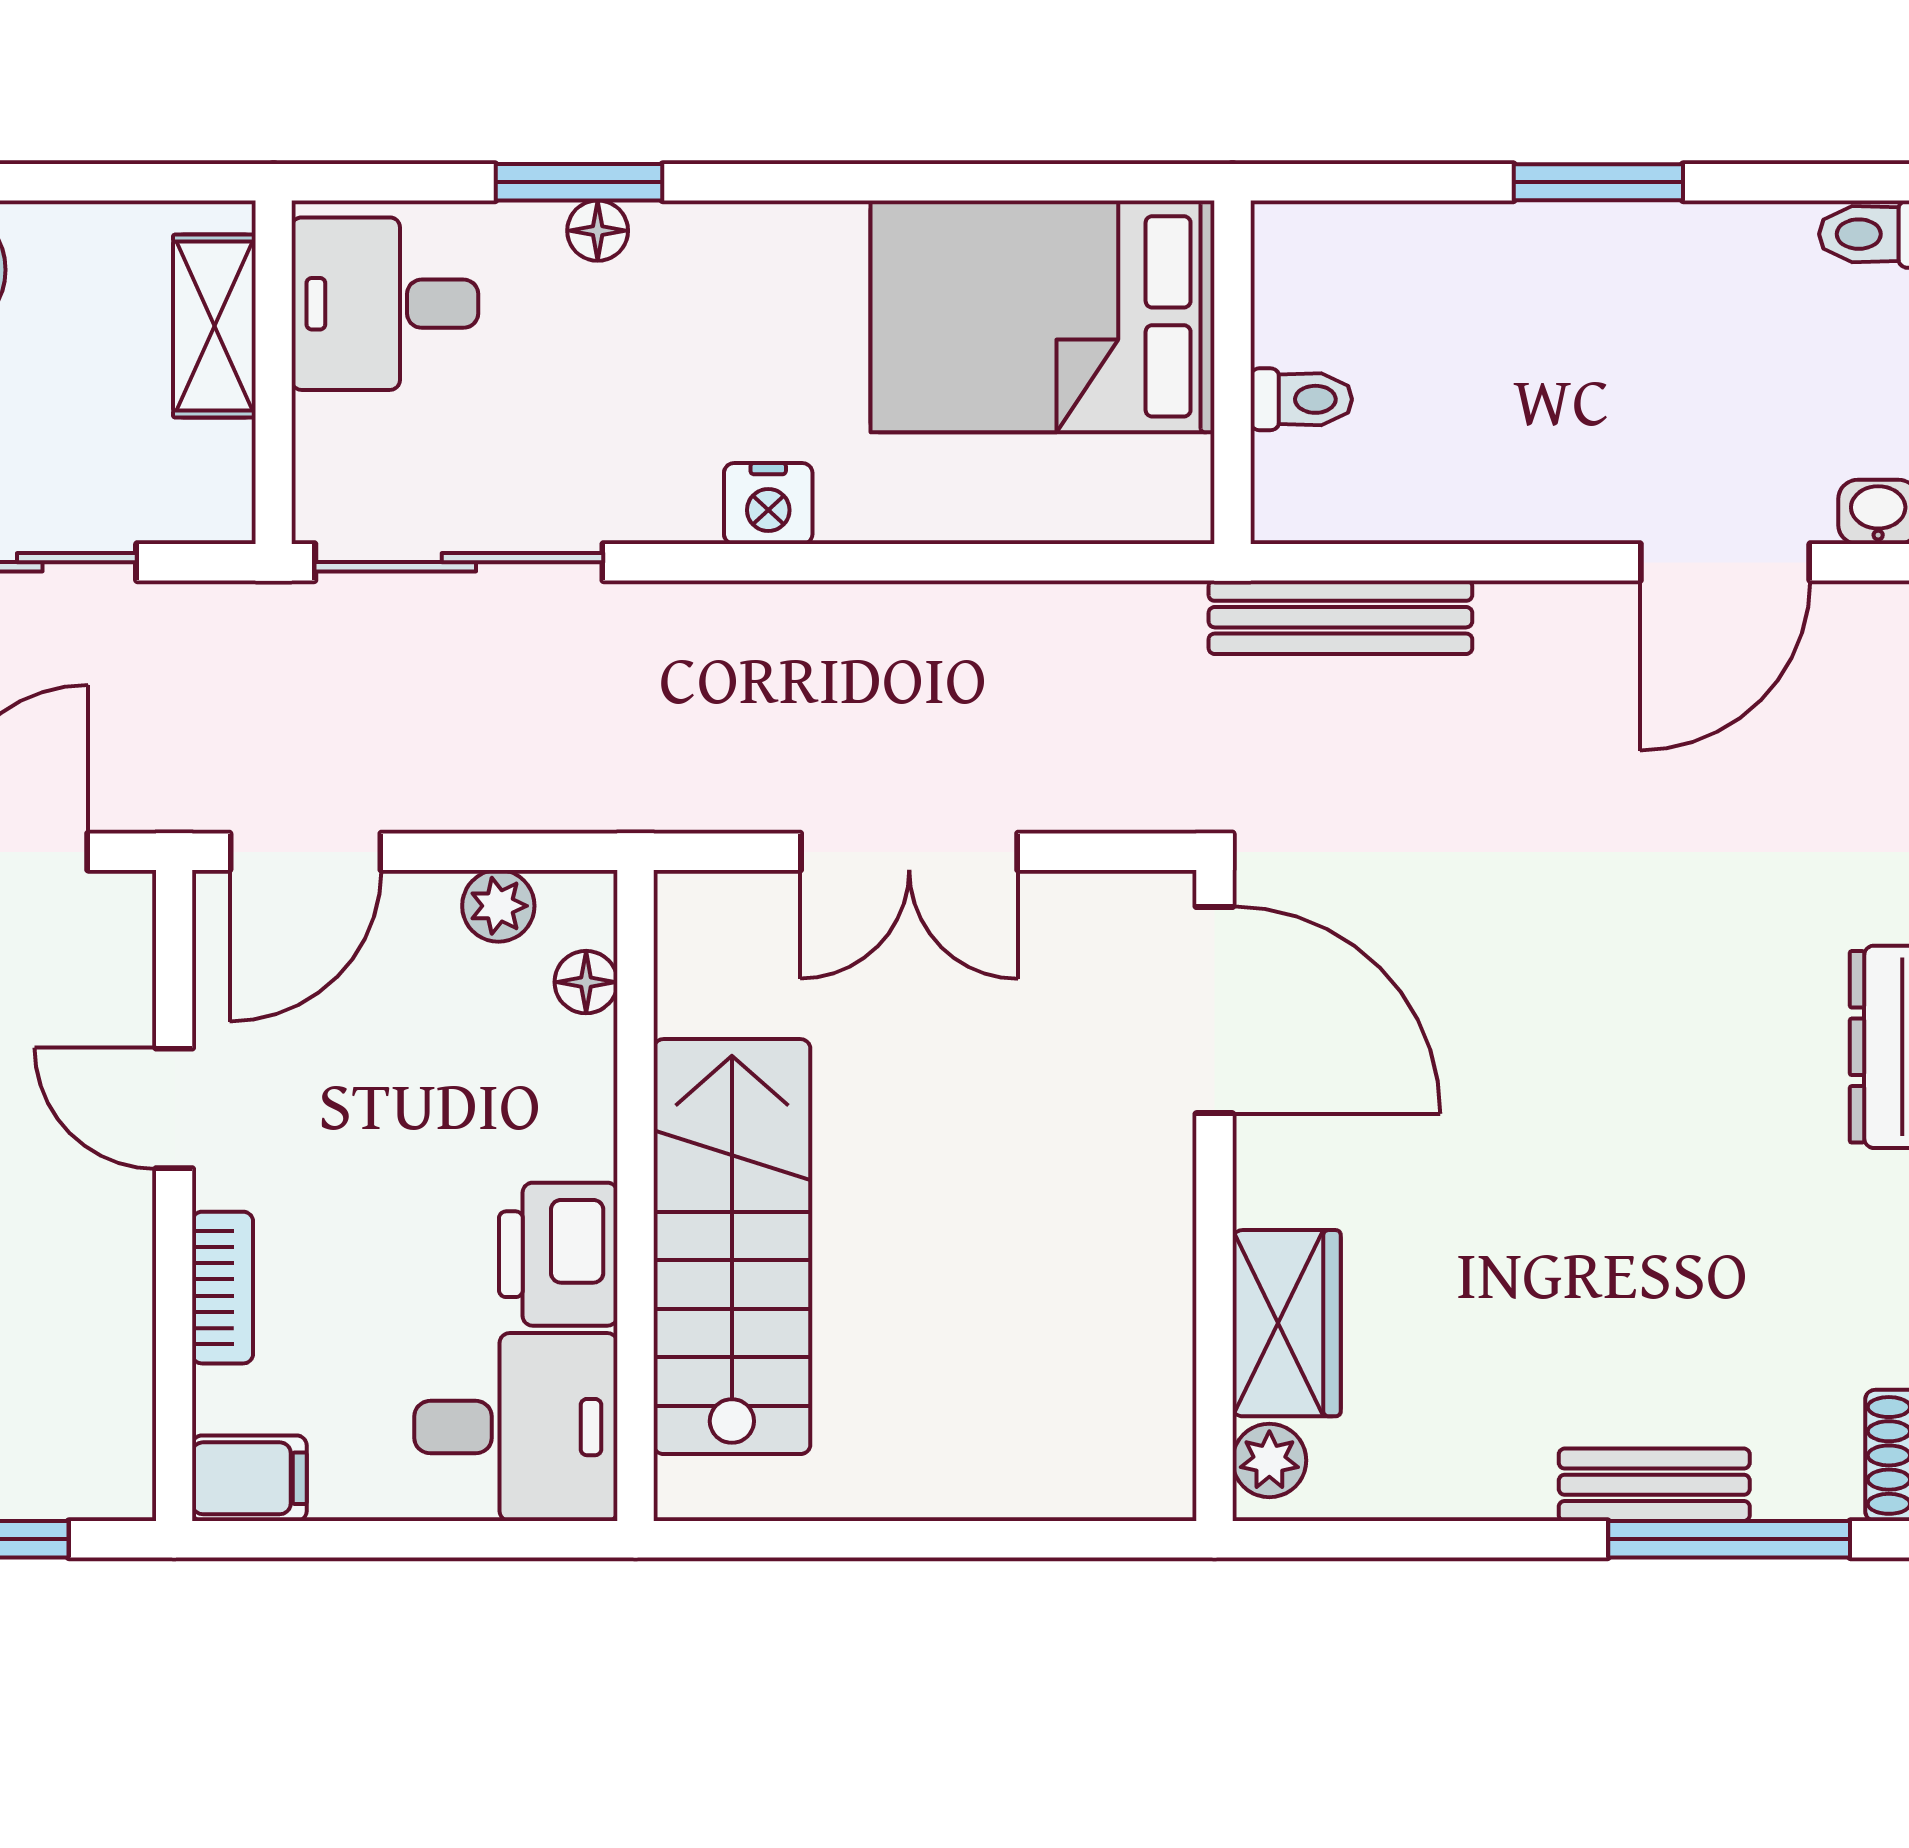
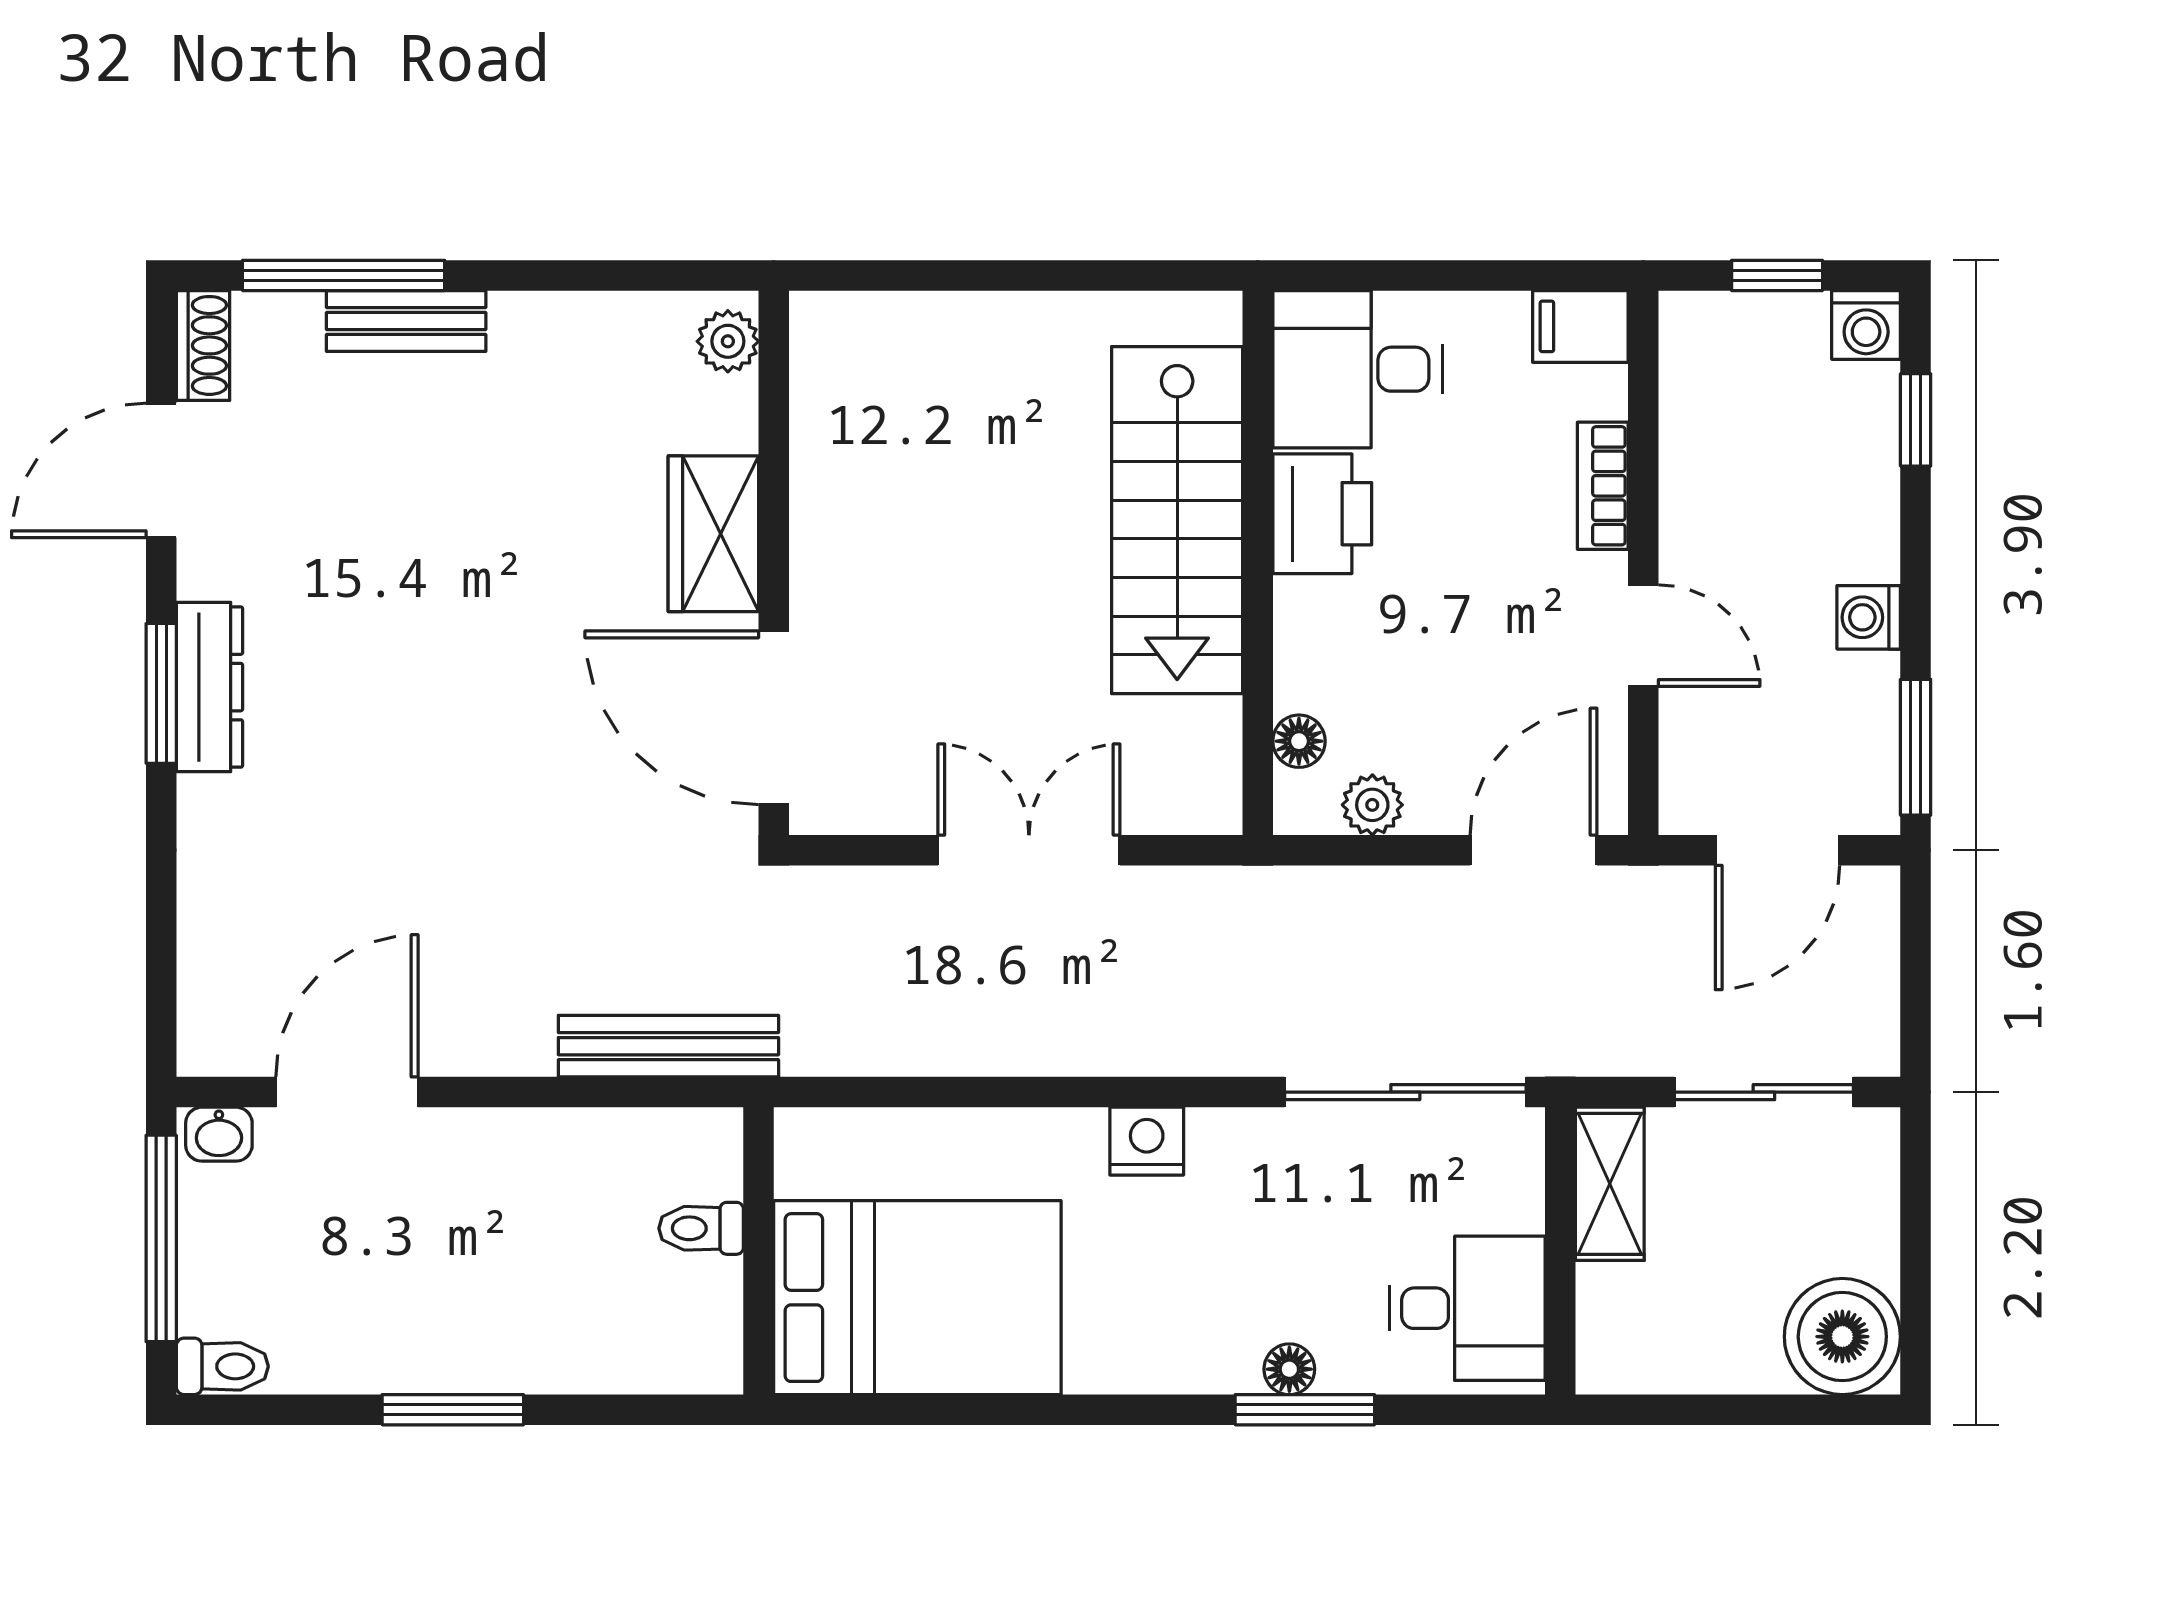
shelving: (214, 326) -> (1610, 1184), moved
wardrobe: (1287, 1323) -> (713, 534), moved

